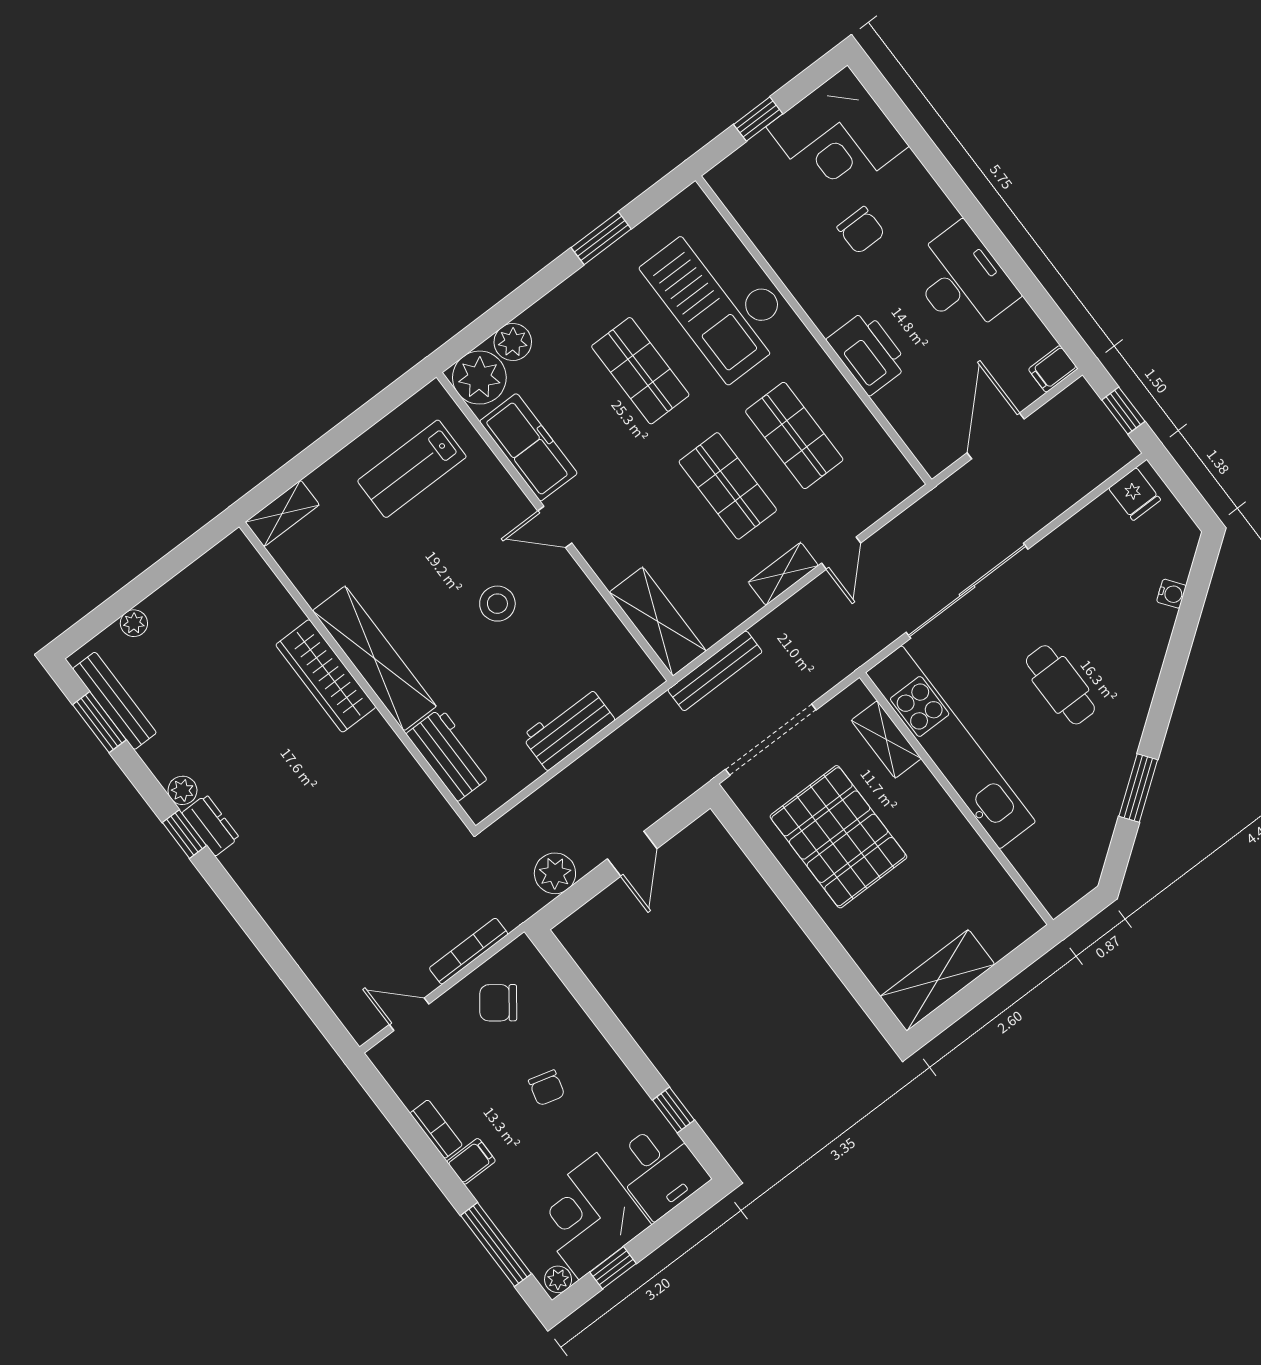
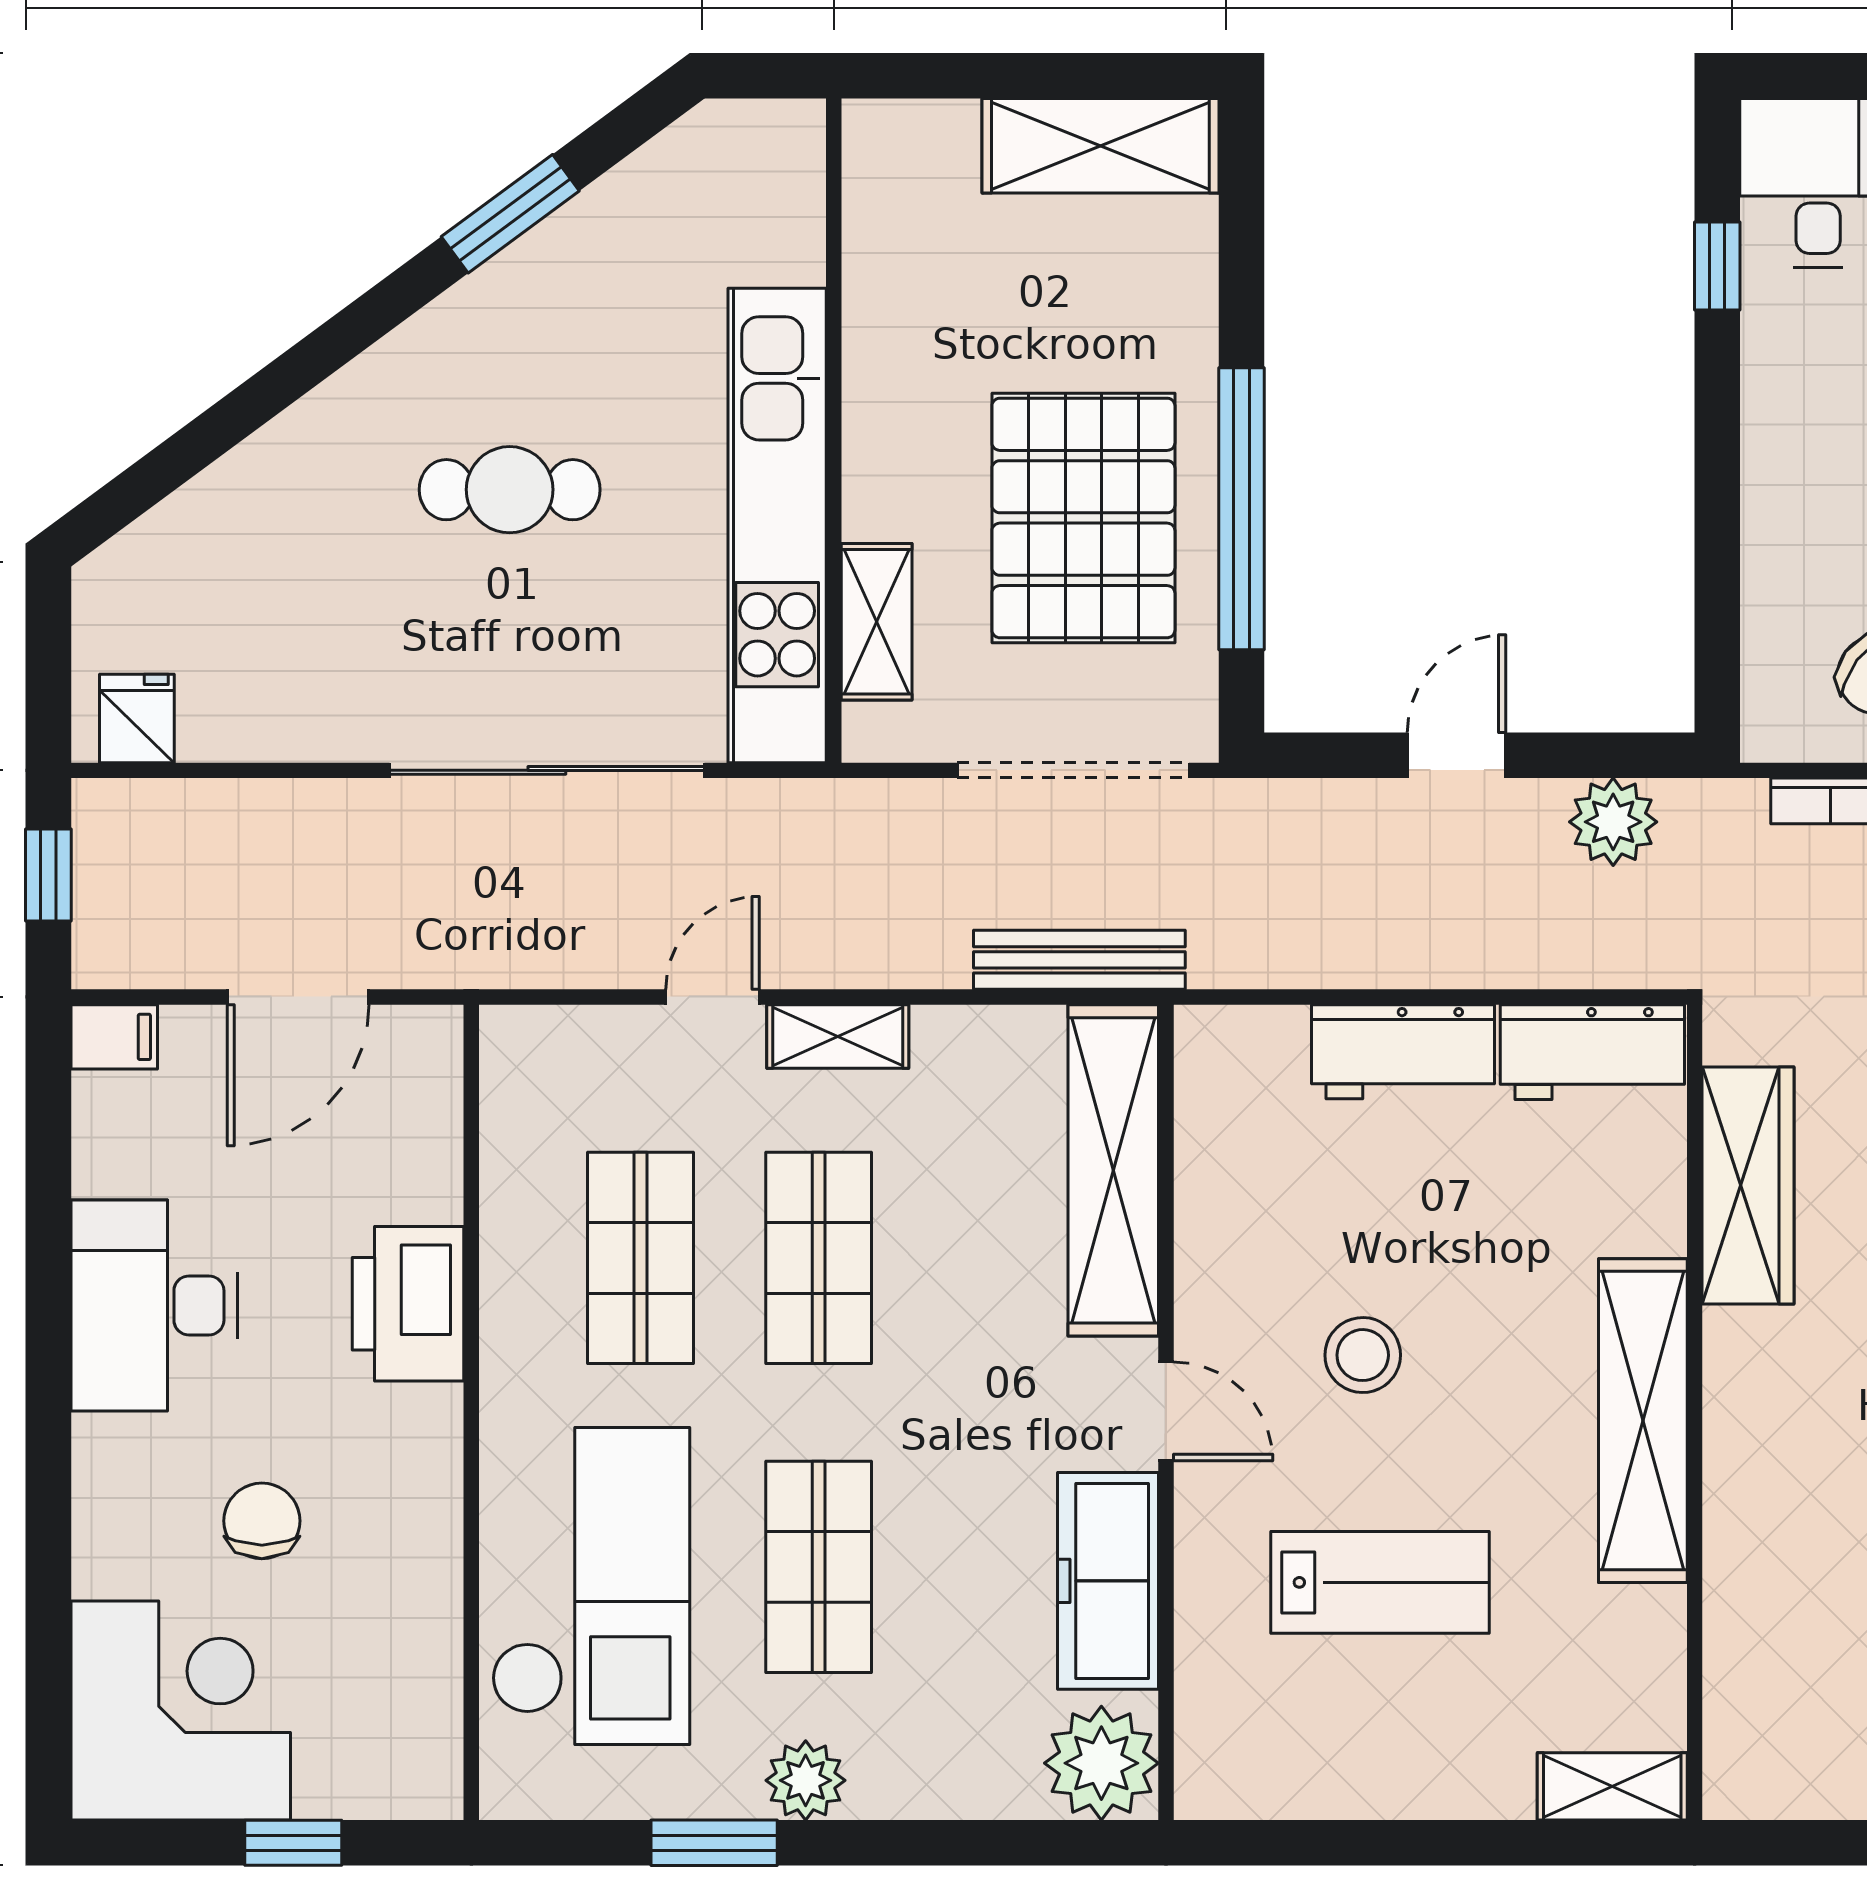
plant: (513, 342) -> (806, 1780), moved
lab bench: (412, 469) -> (1380, 1582), moved
water cooler: (1171, 594) -> (203, 501), removed
shelving: (658, 622) -> (1113, 1170), width x1.47
wardrobe: (326, 676) -> (1748, 1185), moved
cafe table: (1060, 685) -> (510, 490), turned 90
workbench: (449, 755) -> (1592, 1052), moved, turned -90
window: (782, 885) -> (1242, 509), added

